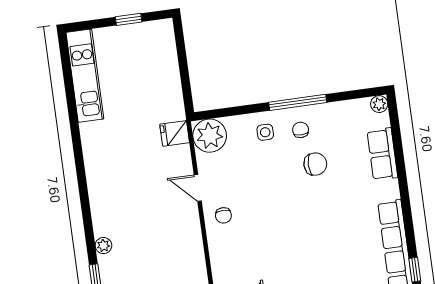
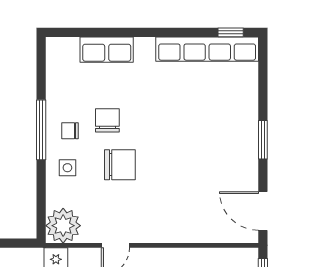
plant: (379, 104) -> (55, 46), removed
chair: (223, 215) -> (120, 165), moved, width x1.87, depth x1.87

